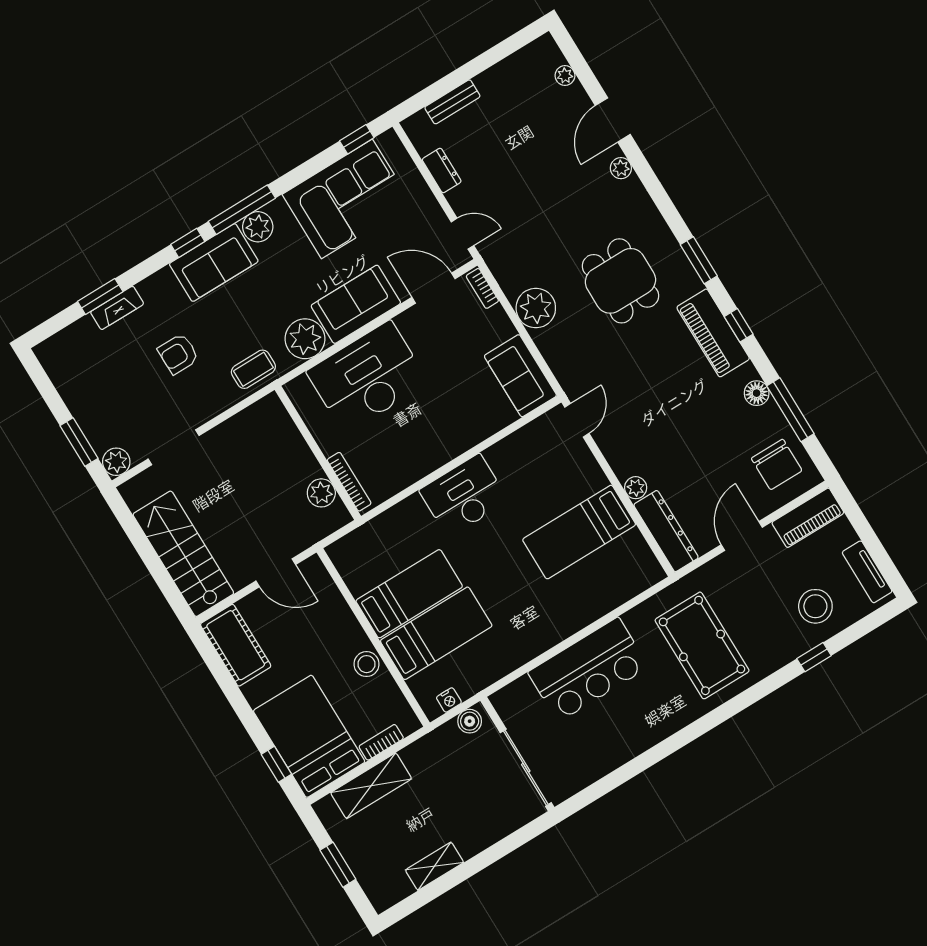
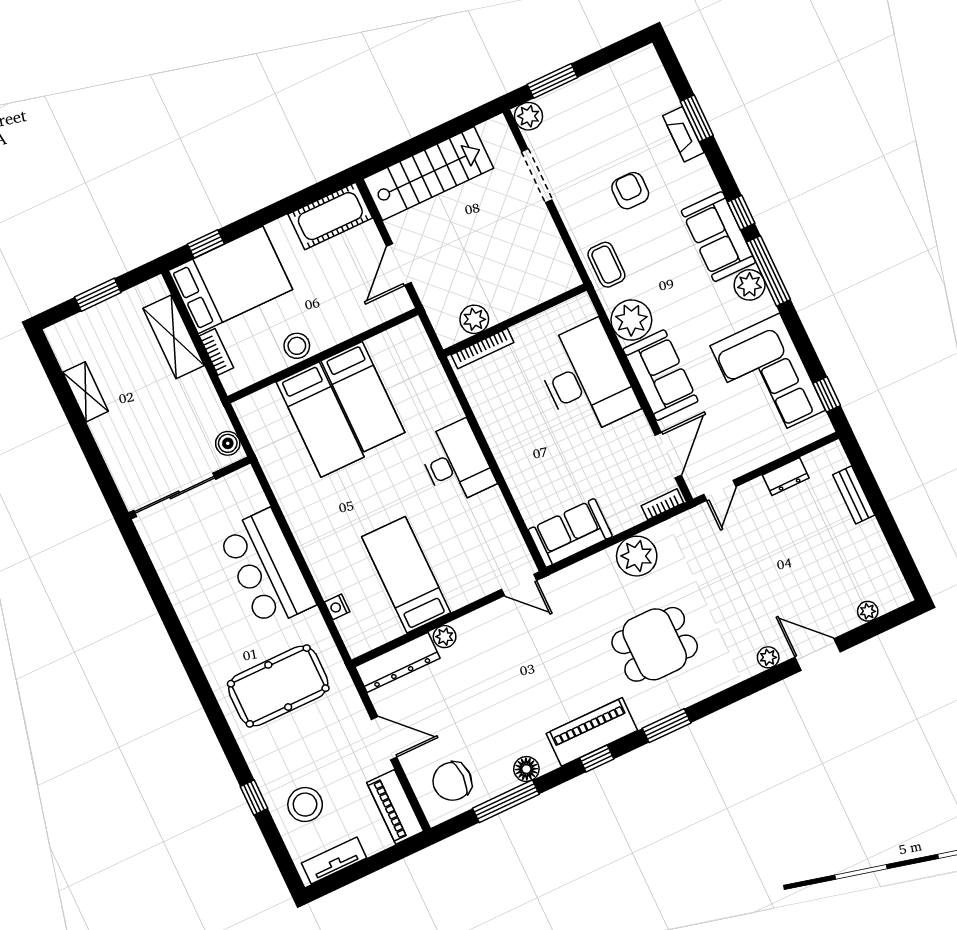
nightstand: (449, 700) -> (337, 607), moved

